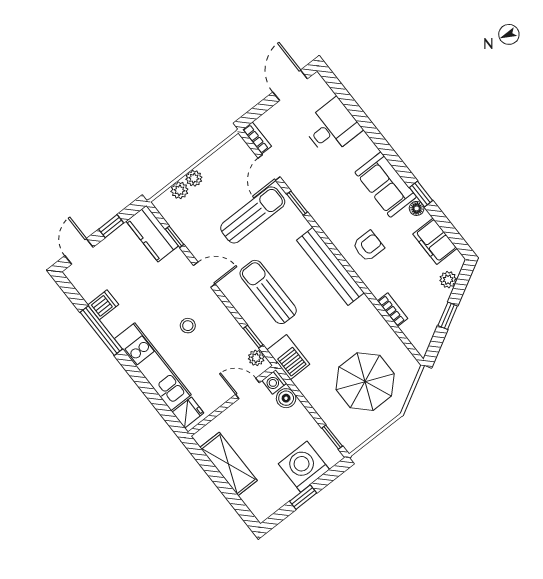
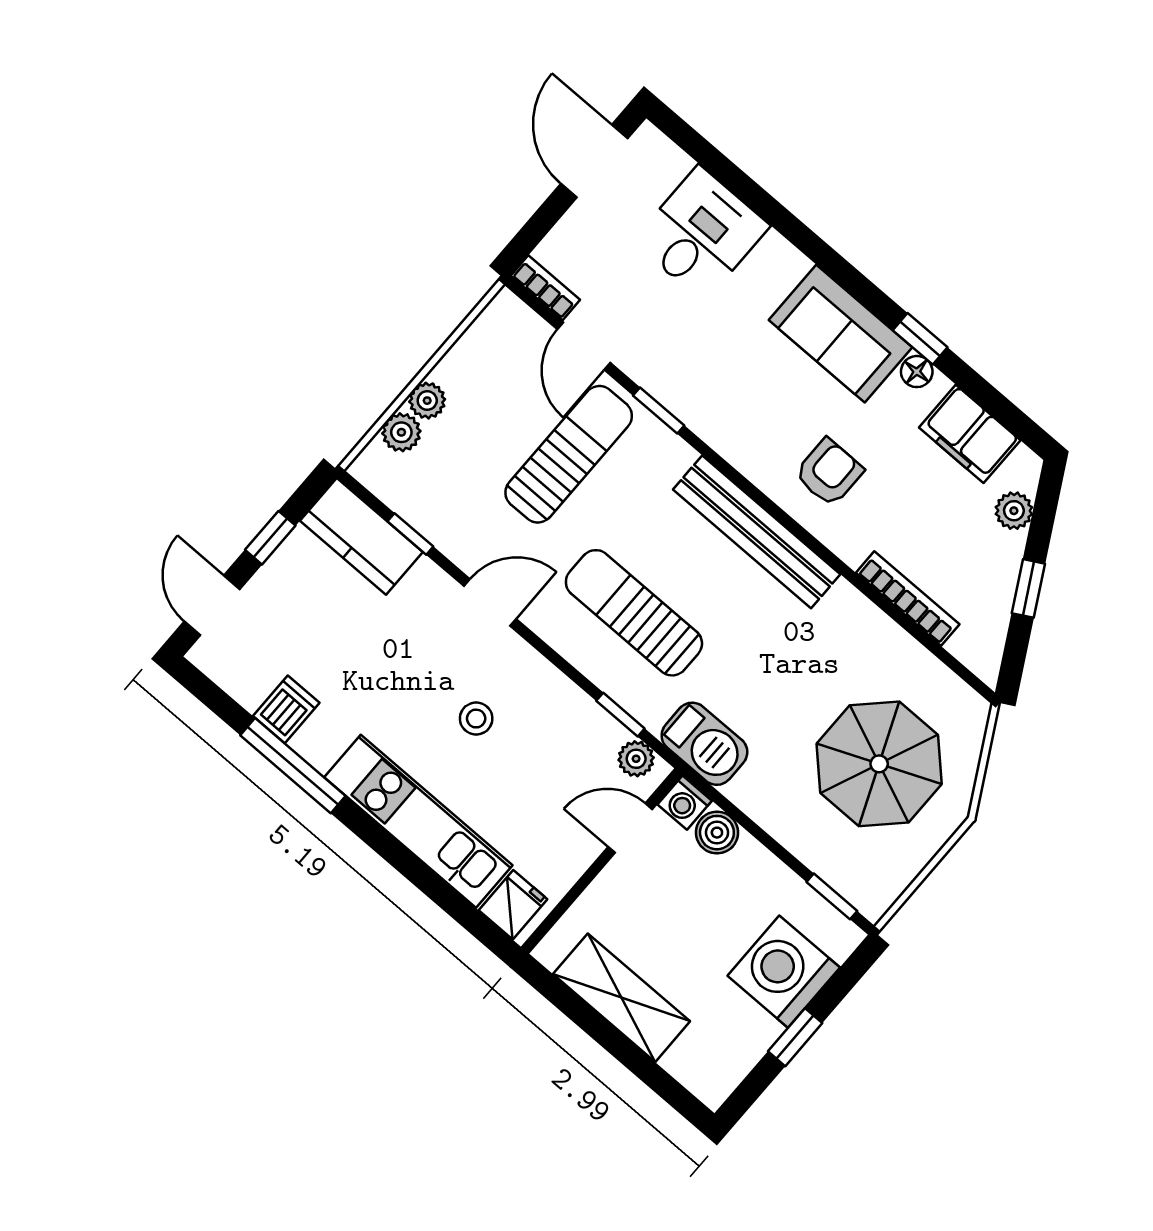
bookcase: (393, 310) -> (908, 599), width x1.56

